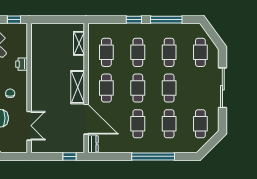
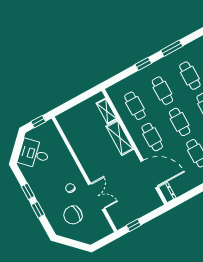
window: (166, 20) -> (172, 48), width x0.69
printer: (22, 64) -> (66, 157), removed
shelving: (78, 87) -> (120, 138), moved
double door: (29, 126) -> (97, 197), moved
window: (69, 156) -> (134, 225), moved

